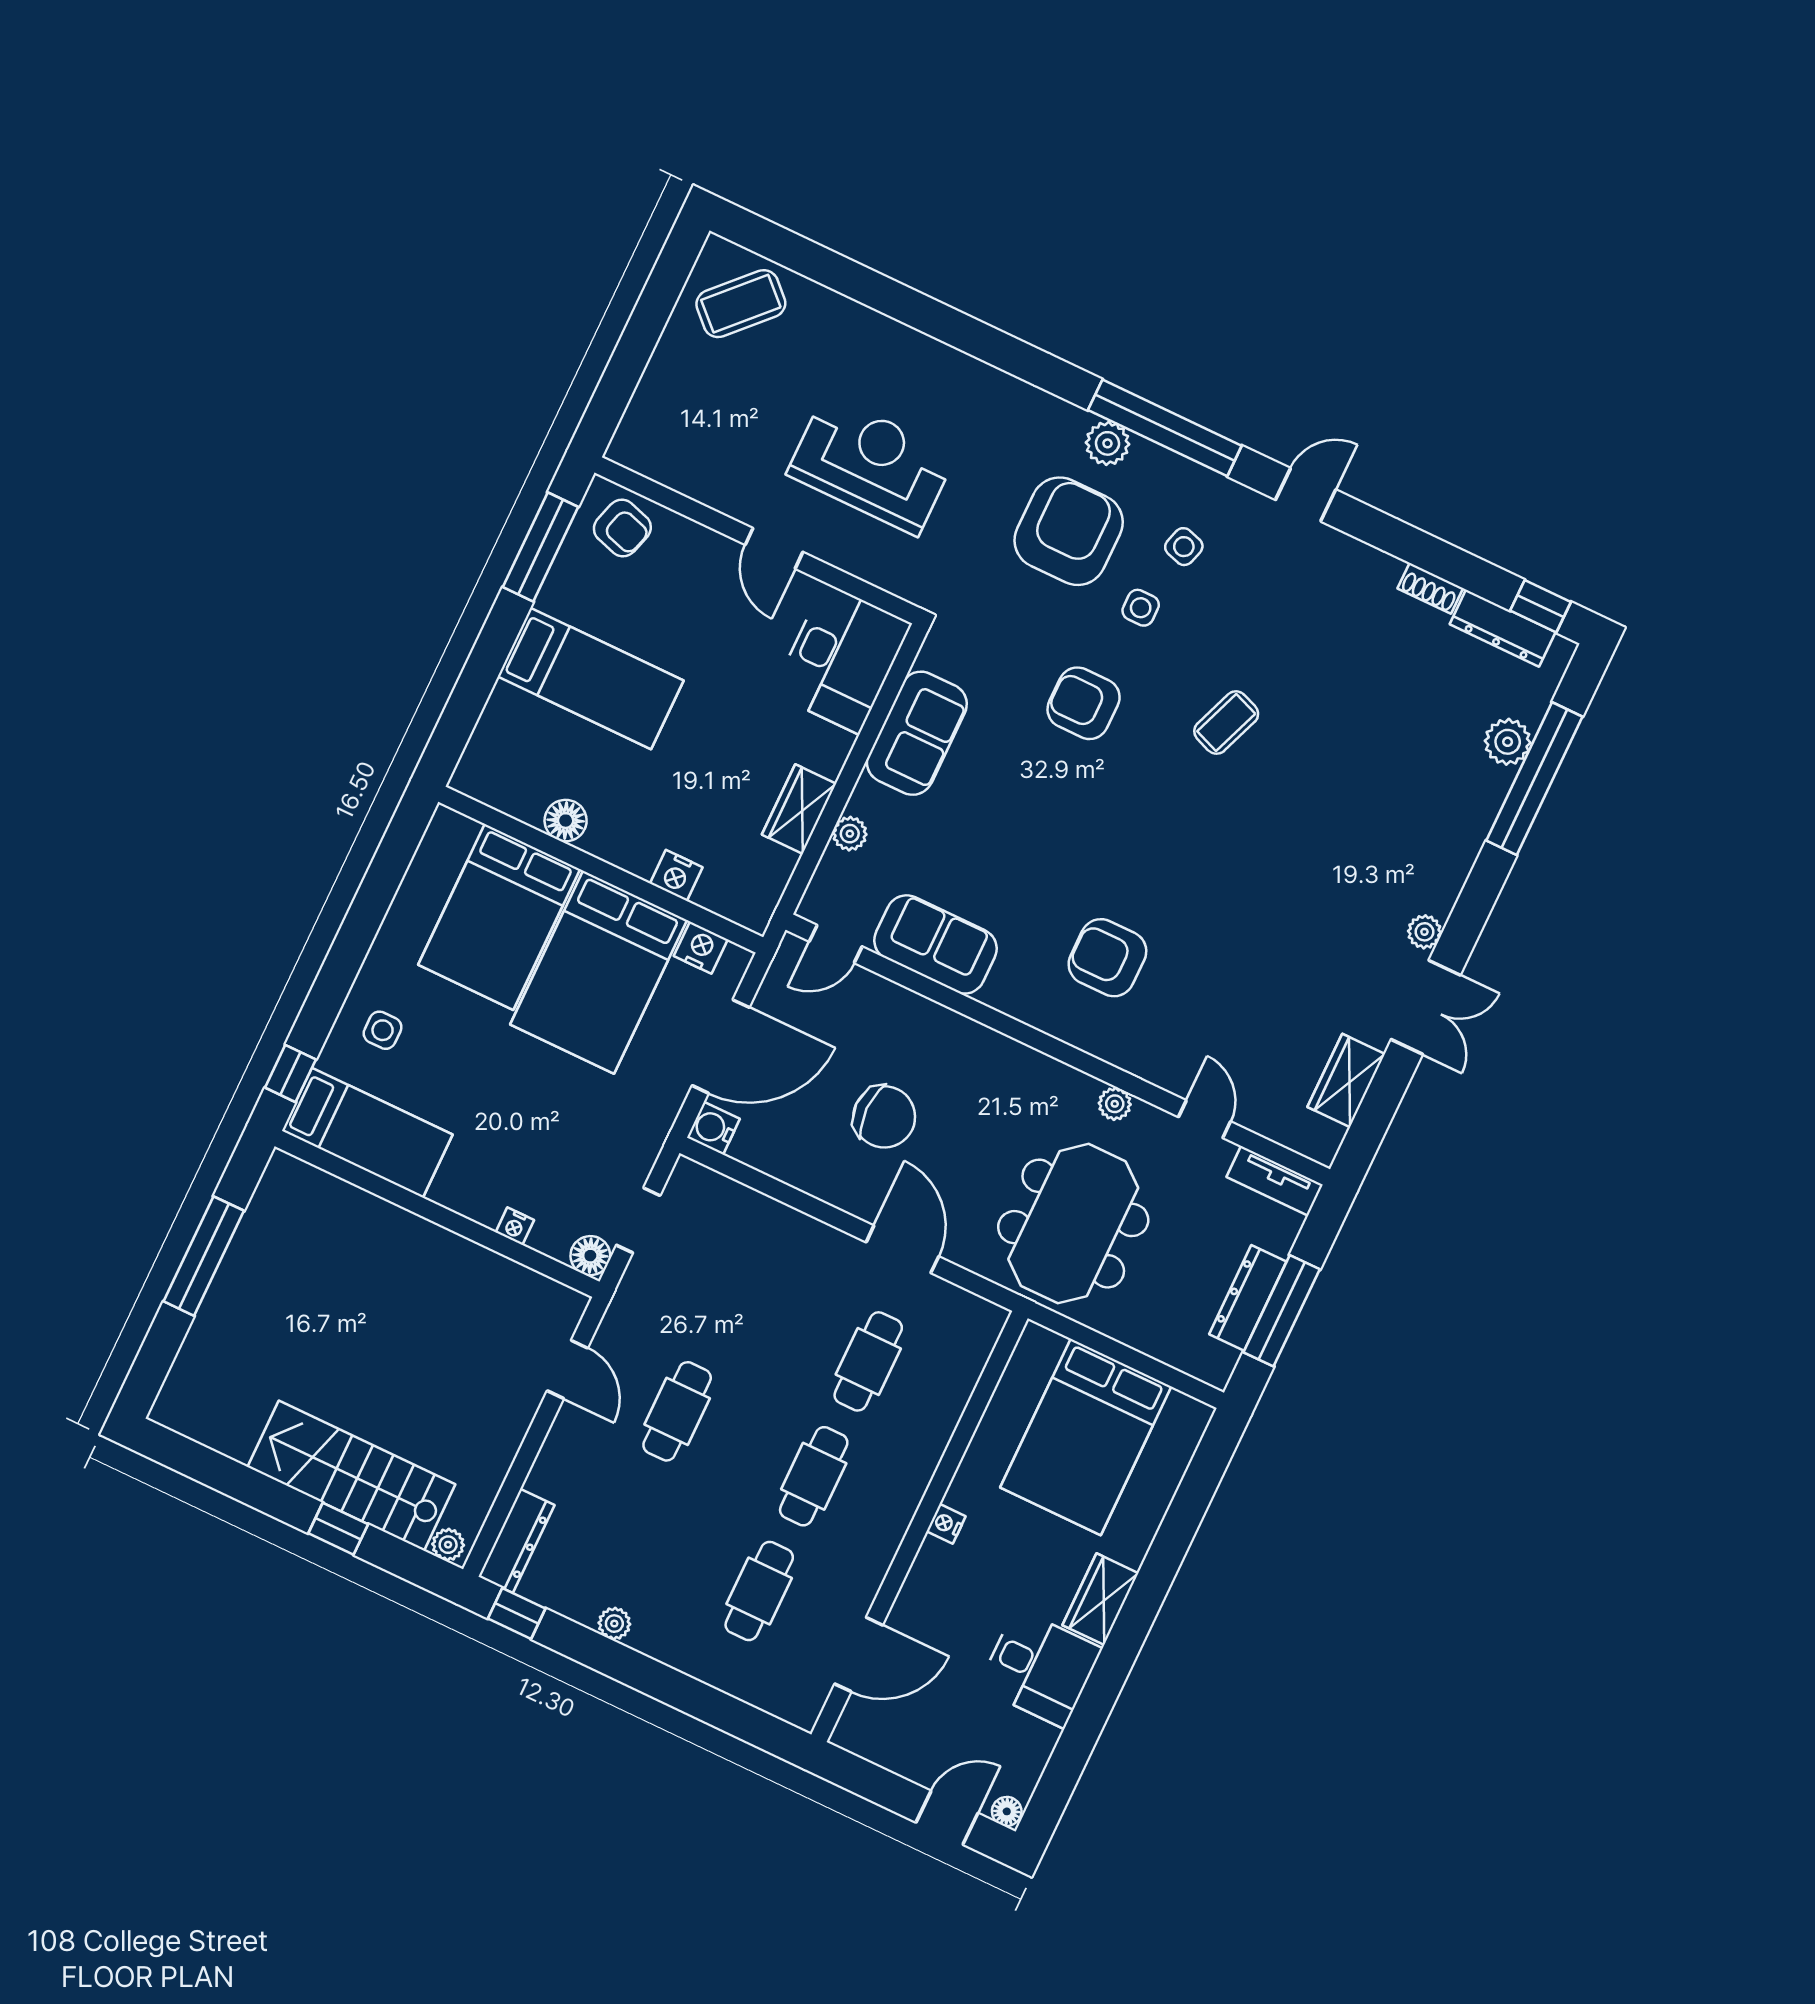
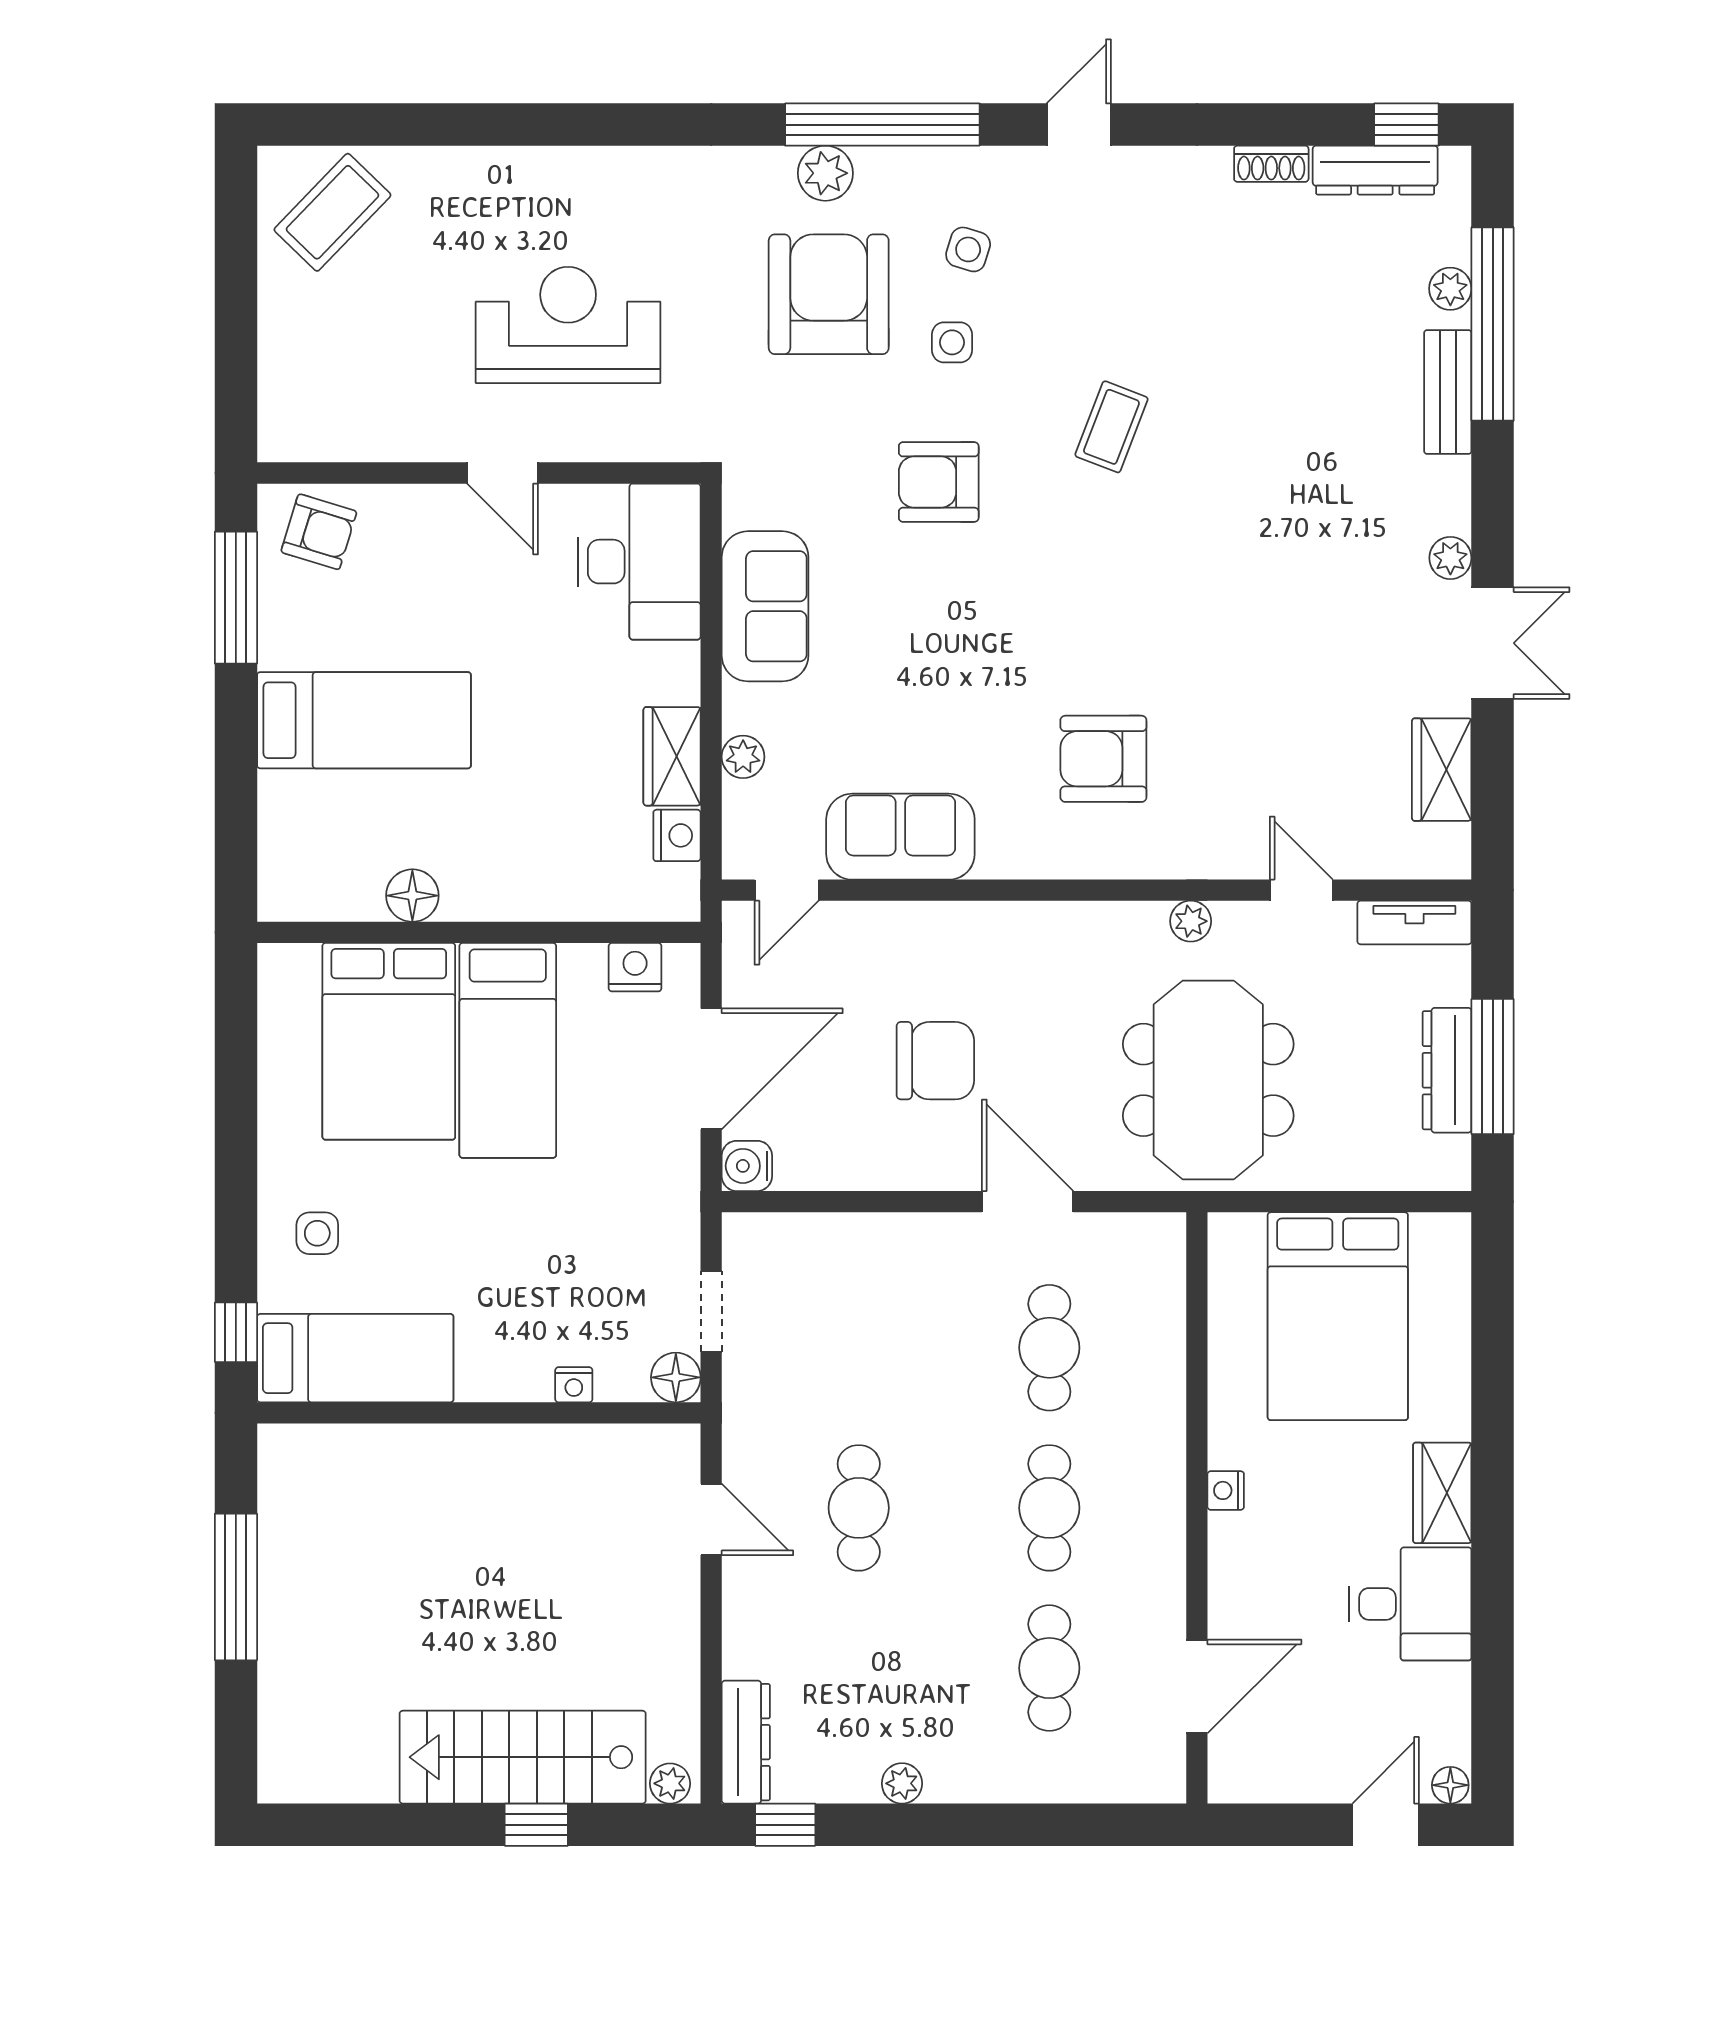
plant: (1508, 742) -> (1450, 289), width x0.73, depth x0.73
bench: (1479, 812) -> (1448, 392), added
nightstand: (676, 875) -> (677, 835), moved, turned -90
bed: (599, 972) -> (508, 1050), width x0.67

